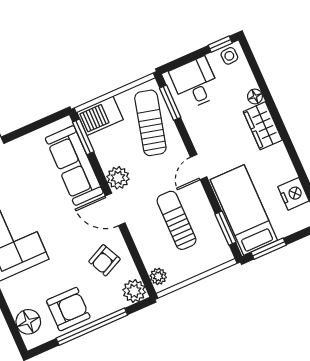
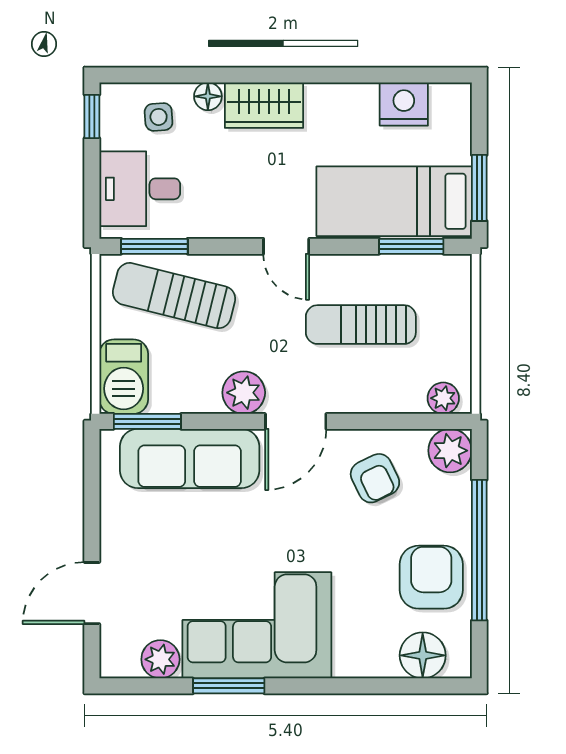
side table: (229, 56) -> (159, 117), moved

